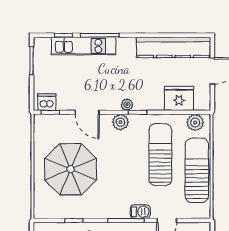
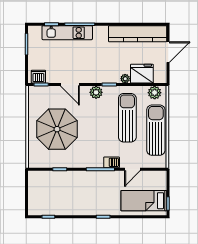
plant: (127, 105) -> (125, 79), moved

